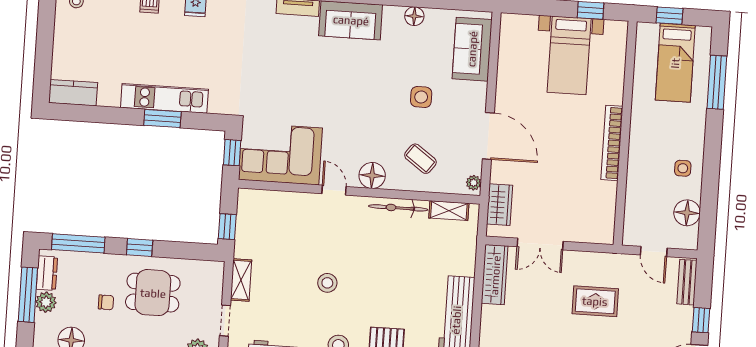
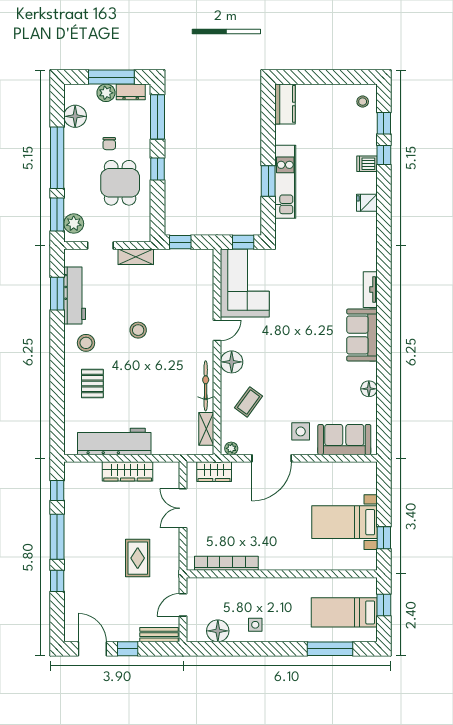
side table: (421, 97) -> (301, 431), moved
bookcase: (612, 143) -> (226, 563), moved
wardrobe: (495, 275) -> (128, 471), moved

